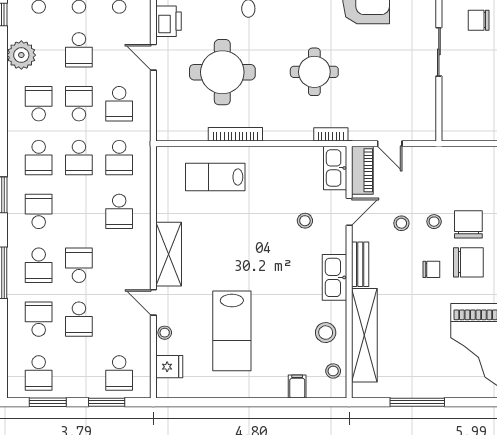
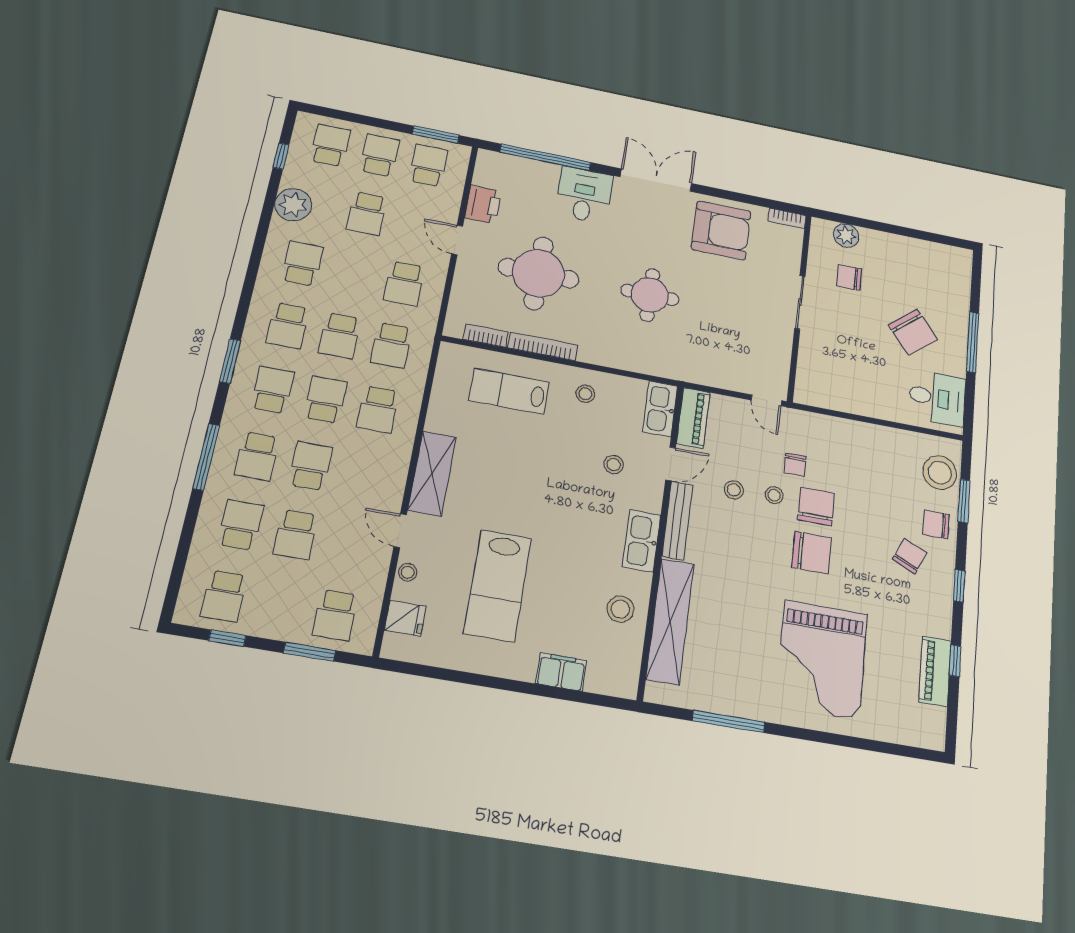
school desk: (79, 104) -> (325, 400), moved
bookcase: (331, 134) -> (486, 336), moved
door: (390, 144) -> (766, 400), moved
bench: (360, 264) -> (677, 520), width x1.36
chair: (431, 269) -> (795, 464), moved, turned 90
stool: (333, 371) -> (585, 394), moved
filing cabinet: (297, 387) -> (561, 672), width x2.00
window: (48, 402) -> (227, 638), width x0.67

